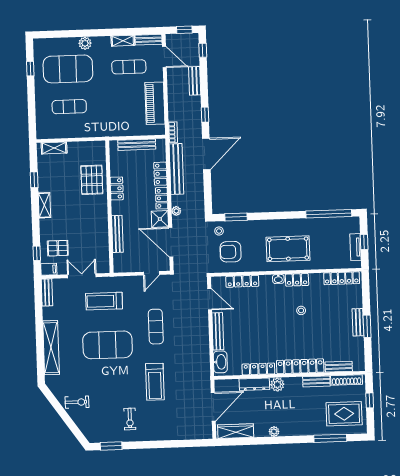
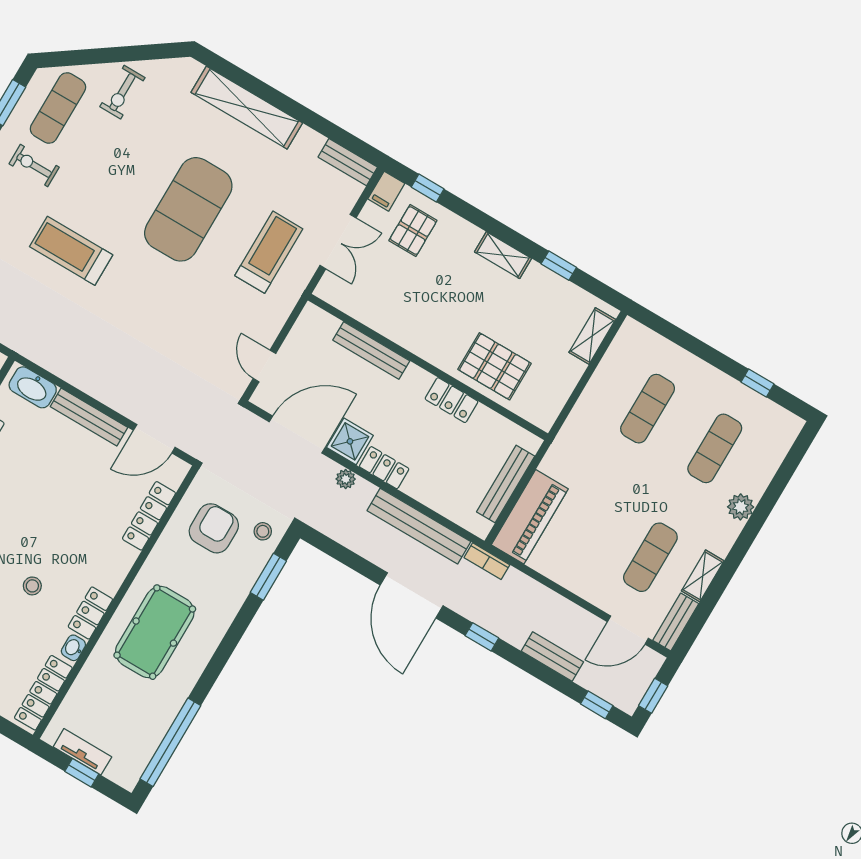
exercise mat: (68, 69) -> (715, 448), width x0.50, depth x0.69
piano: (155, 103) -> (530, 517), moved, turned 90
locker: (160, 174) -> (428, 493), removed
washbasin: (278, 279) -> (73, 648), moved
exercise mat: (156, 327) -> (58, 108), moved, turned 90

